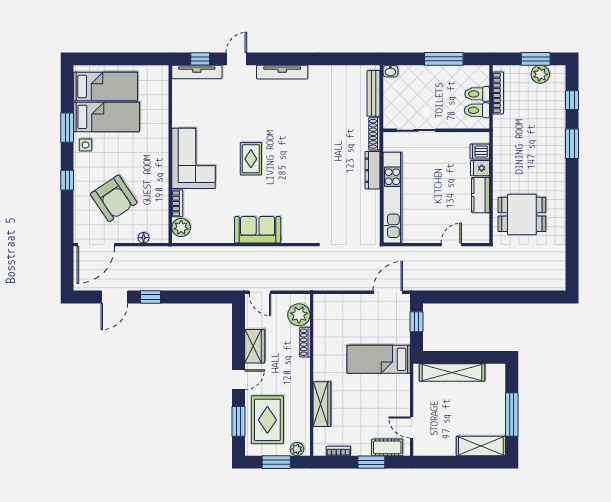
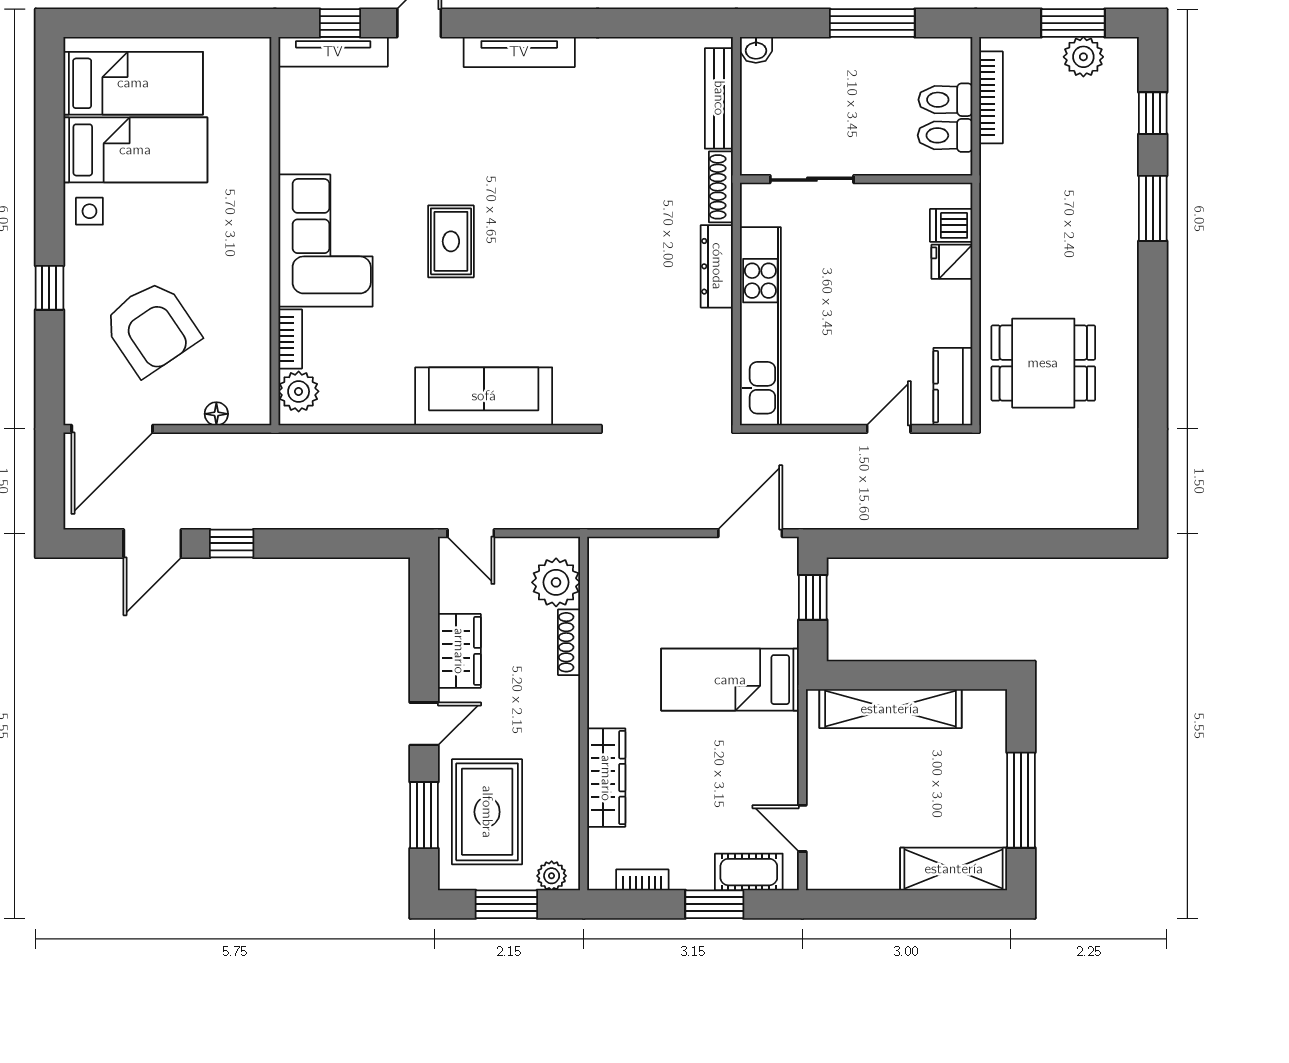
window: (67, 128) -> (49, 173), removed
kitchen counter: (481, 195) -> (953, 387), moved
sofa: (258, 230) -> (484, 396), width x1.36

